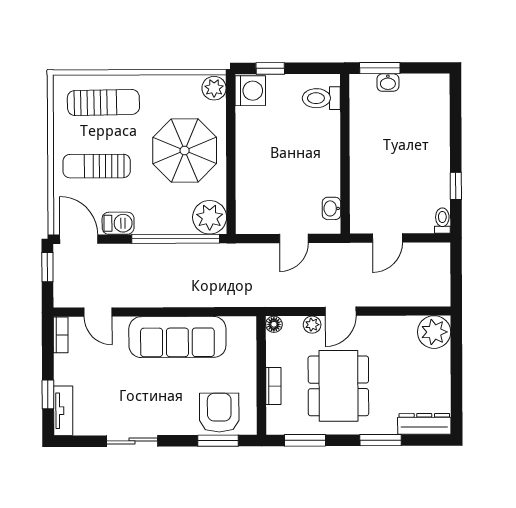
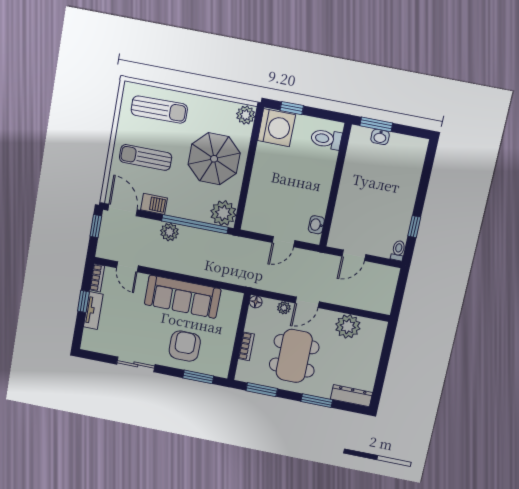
washing machine: (250, 91) -> (276, 128), width x1.37, depth x1.37
plant: (145, 256) -> (169, 232), added
plant: (434, 332) -> (348, 326), moved
window: (48, 394) -> (83, 301), moved
tv unit: (63, 411) -> (93, 311), moved
armchair: (219, 413) -> (185, 346), moved

